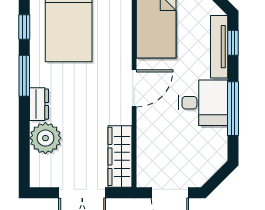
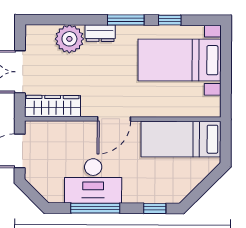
tv unit: (219, 47) -> (151, 196), removed
door: (134, 88) -> (114, 119), hinge flipped
desk: (203, 103) -> (93, 181), width x1.37

